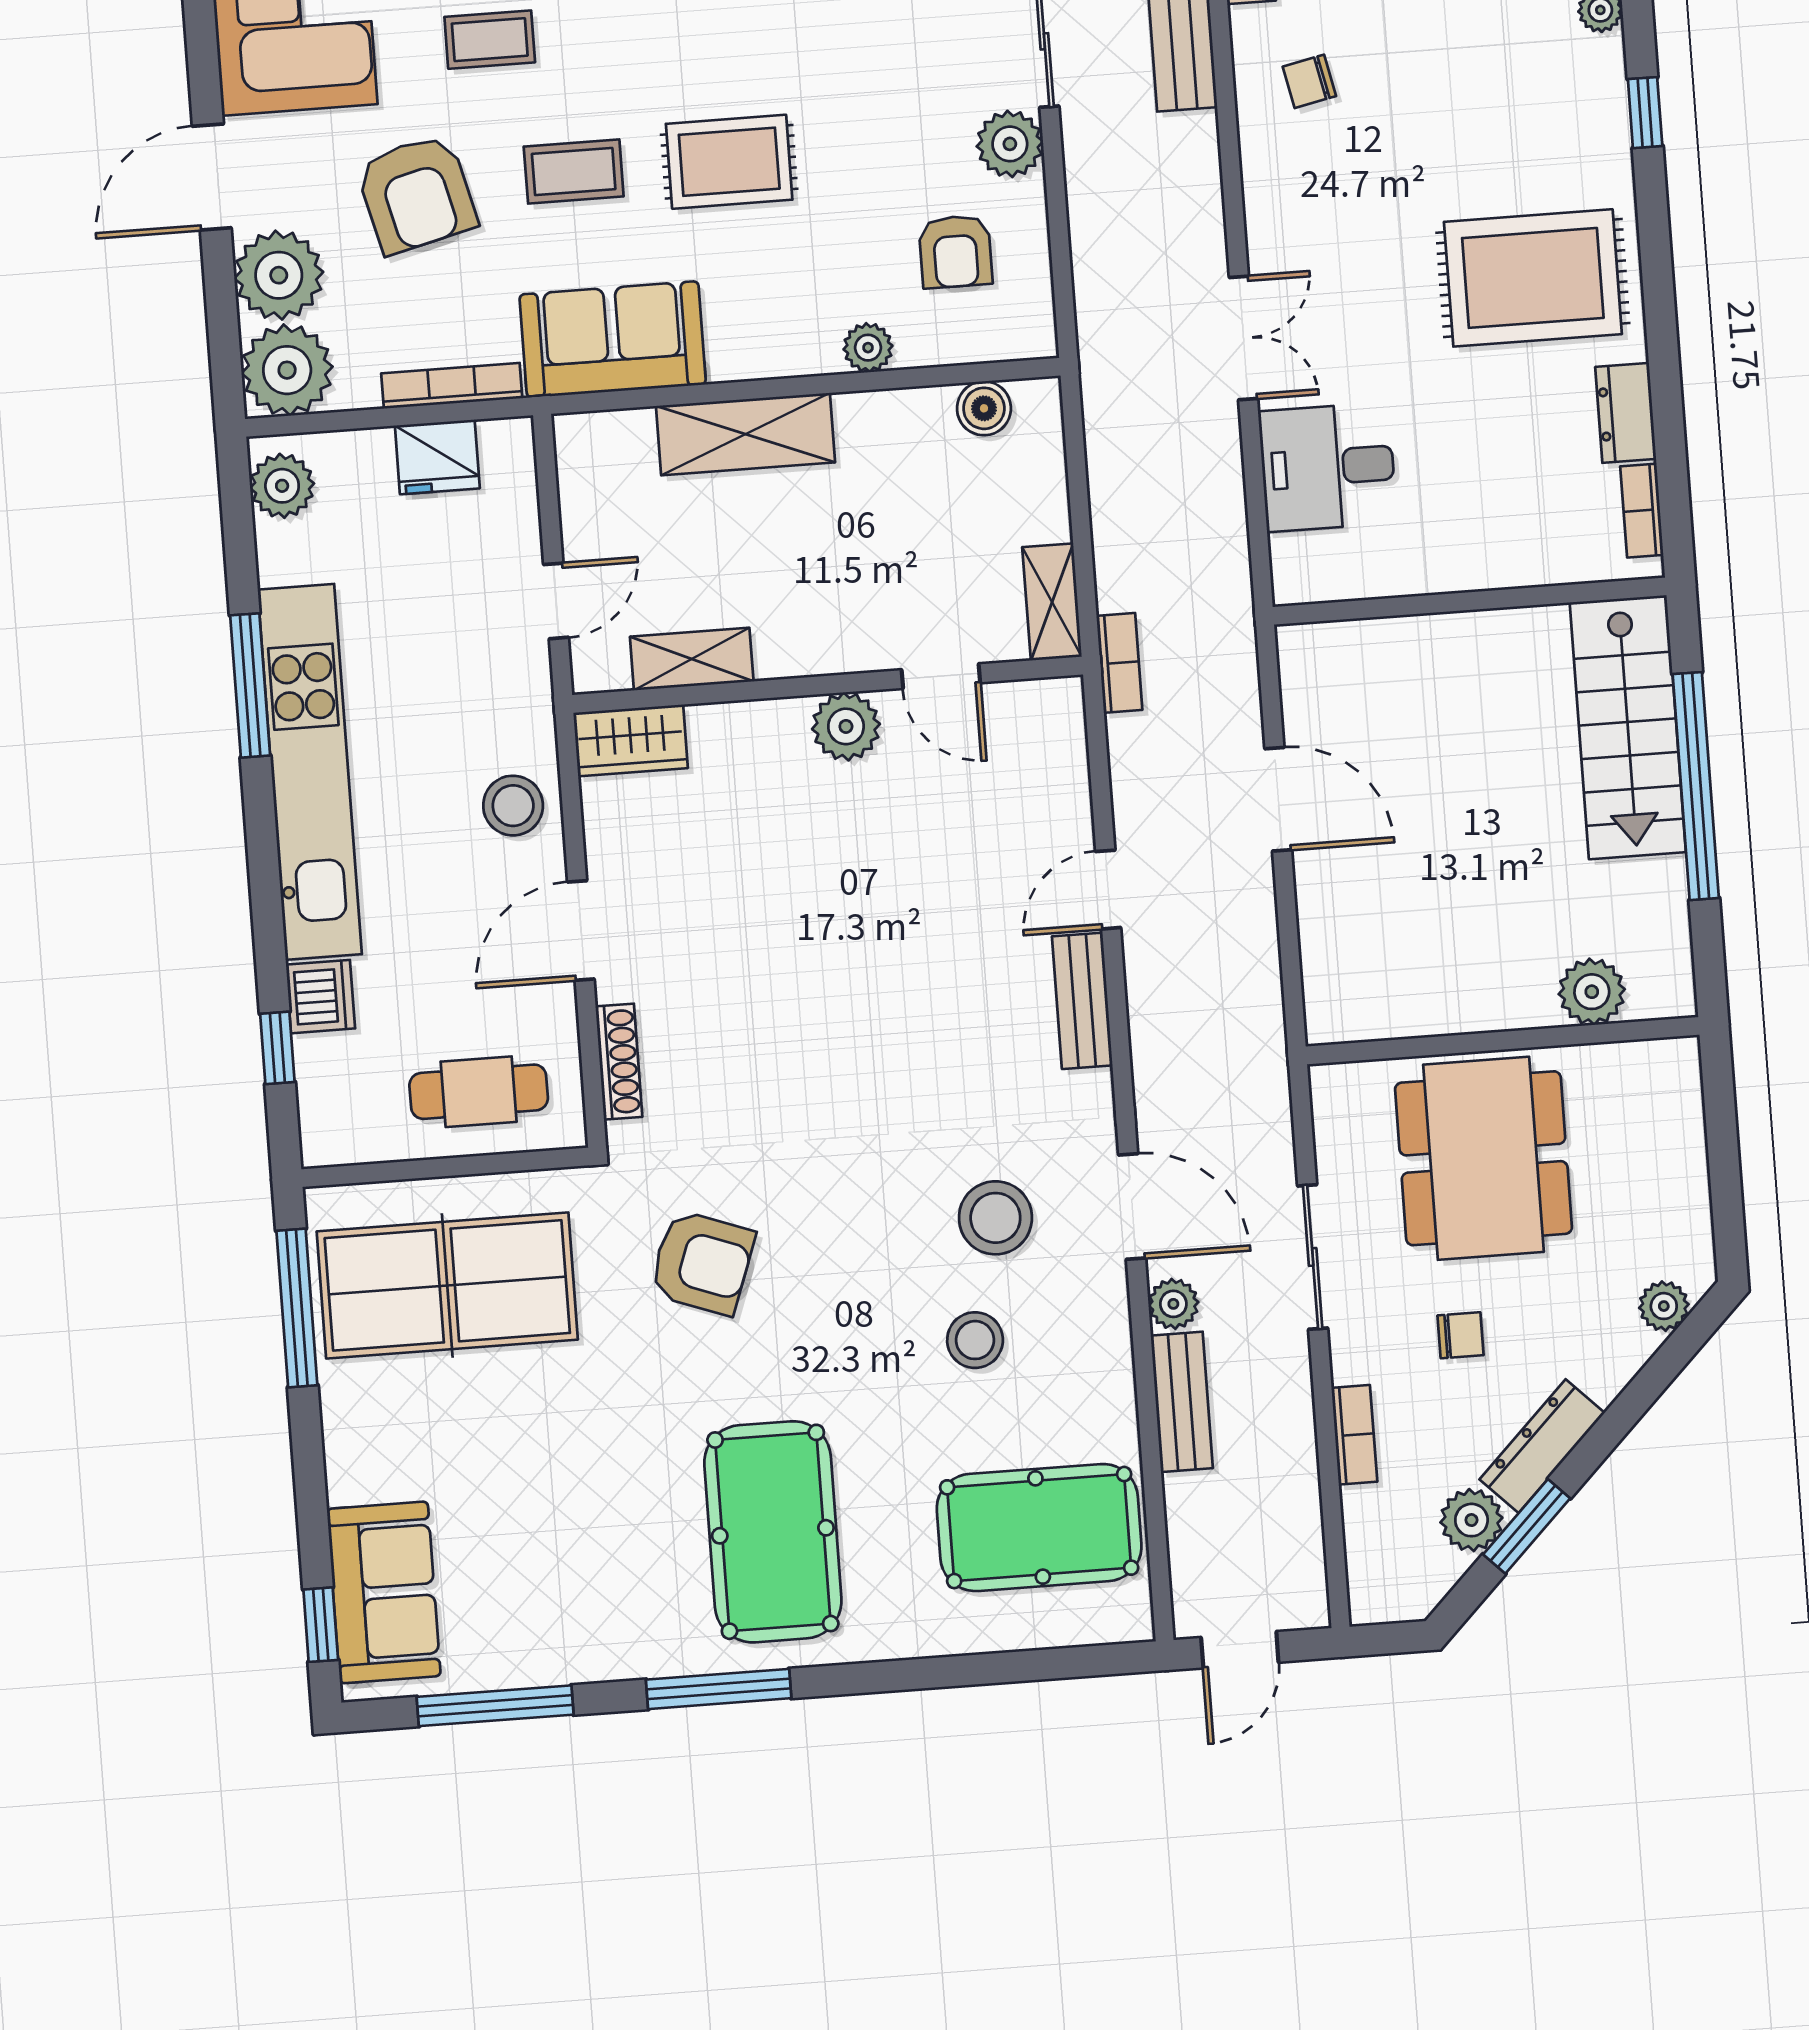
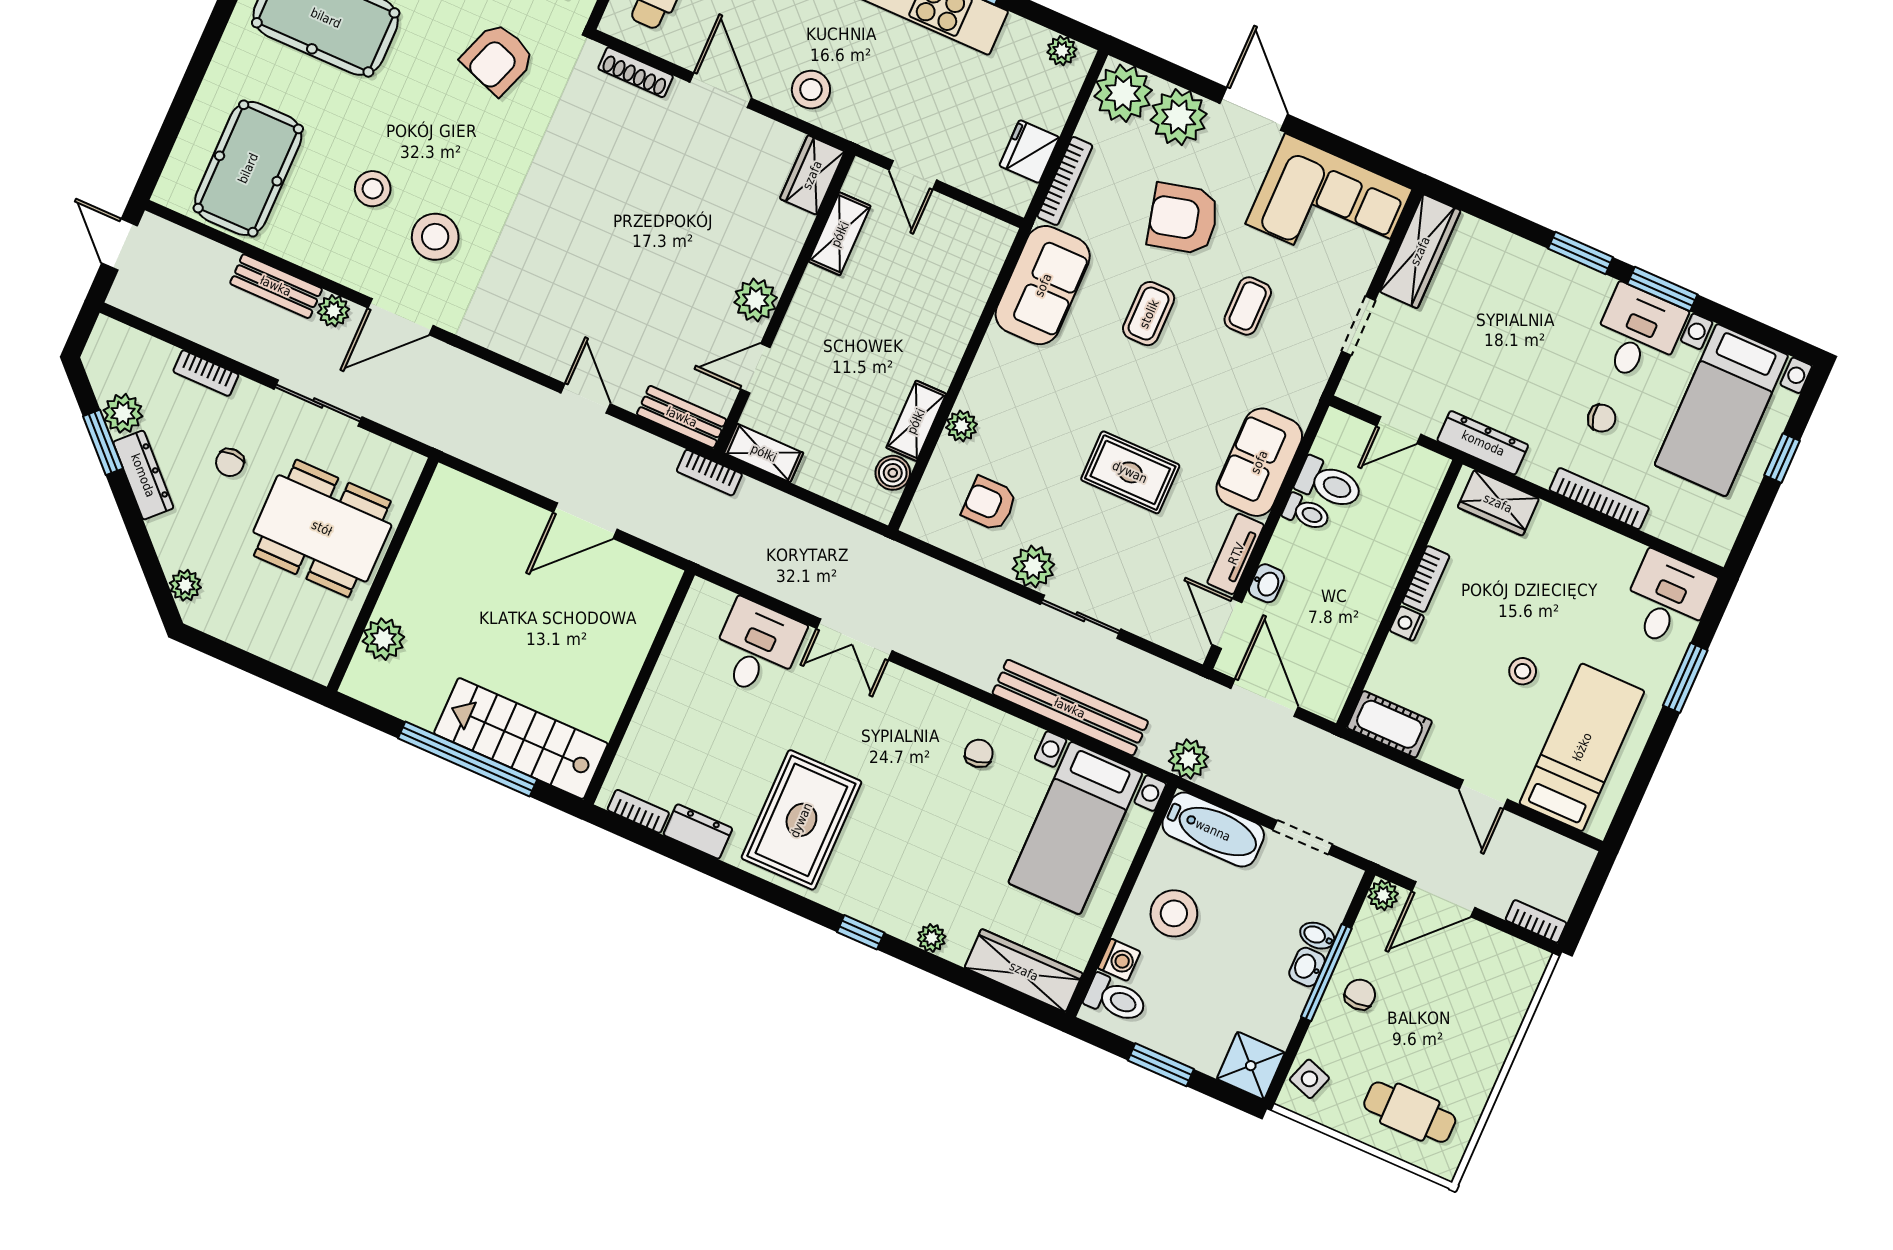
rug: (729, 162) -> (1130, 472), moved, turned 90
shelving: (746, 434) -> (916, 421), moved, width x0.67, depth x0.75
plant: (282, 486) -> (1062, 51), width x0.73, depth x0.73
bench: (1082, 1001) -> (682, 417), moved

